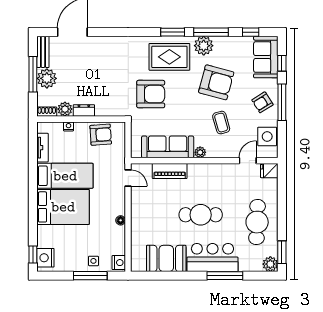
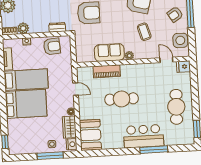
dresser: (84, 110) -> (57, 27), moved
sofa: (168, 147) -> (109, 53), width x0.73
door: (248, 161) -> (166, 60), hinge flipped
door: (128, 178) -> (75, 89), moved
cafe table: (201, 215) -> (122, 99), moved
wardrobe: (117, 240) -> (69, 127), added
nightstand: (45, 258) -> (15, 144), removed
booth: (166, 258) -> (90, 135), moved, turned 90
plant: (270, 264) -> (188, 139), removed

